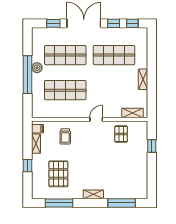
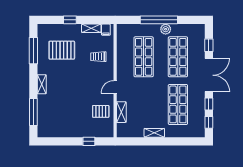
shelving: (132, 113) -> (121, 112), moved
door: (96, 119) -> (115, 87), swing flipped

